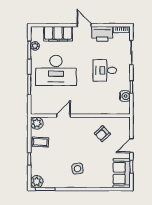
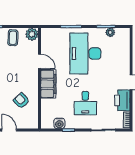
filing cabinet: (58, 34) -> (48, 84), moved, turned 180
desk: (105, 70) -> (85, 103), turned 180

